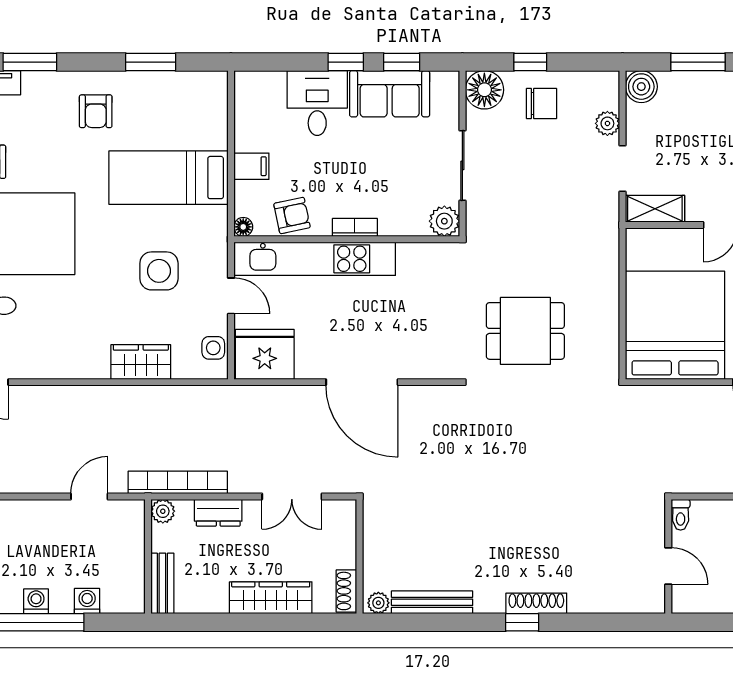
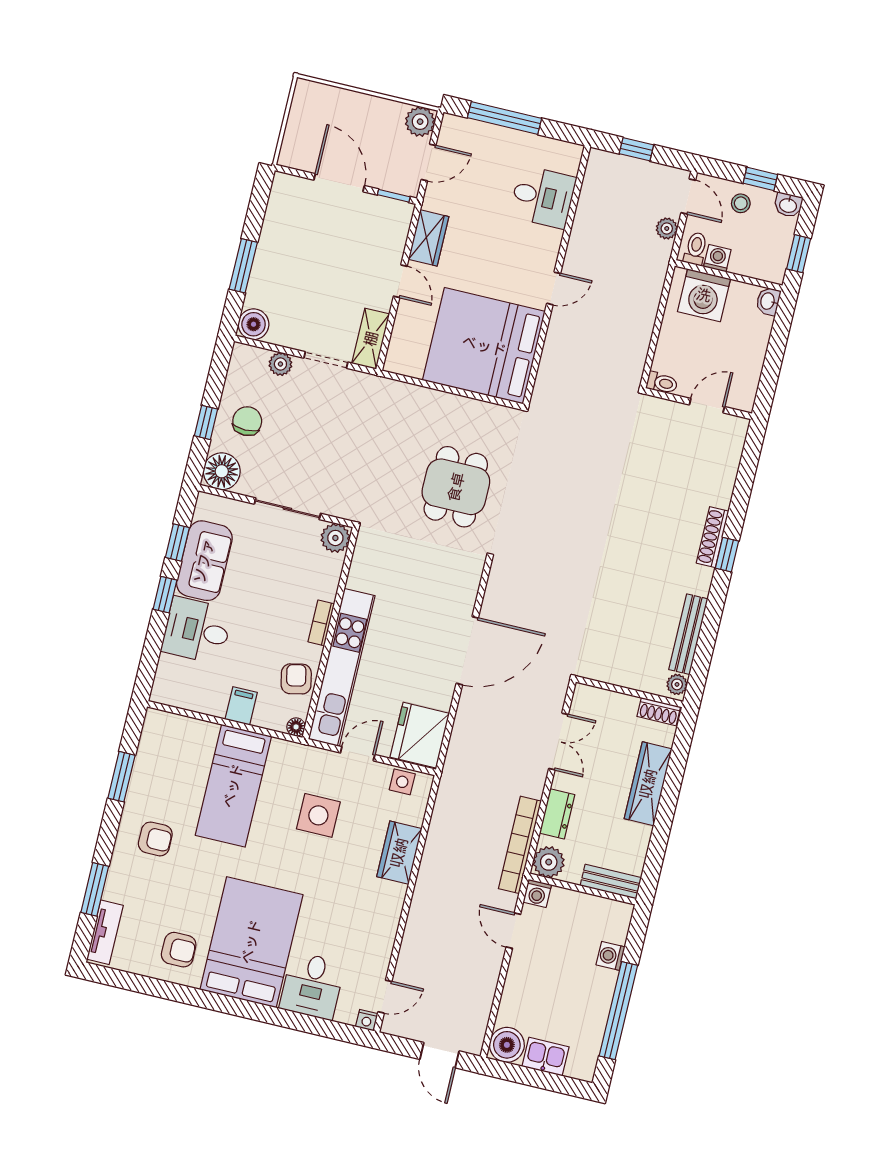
plant: (163, 511) -> (549, 862), width x1.38, depth x1.38
washing machine: (36, 601) -> (537, 893), moved, turned -90

